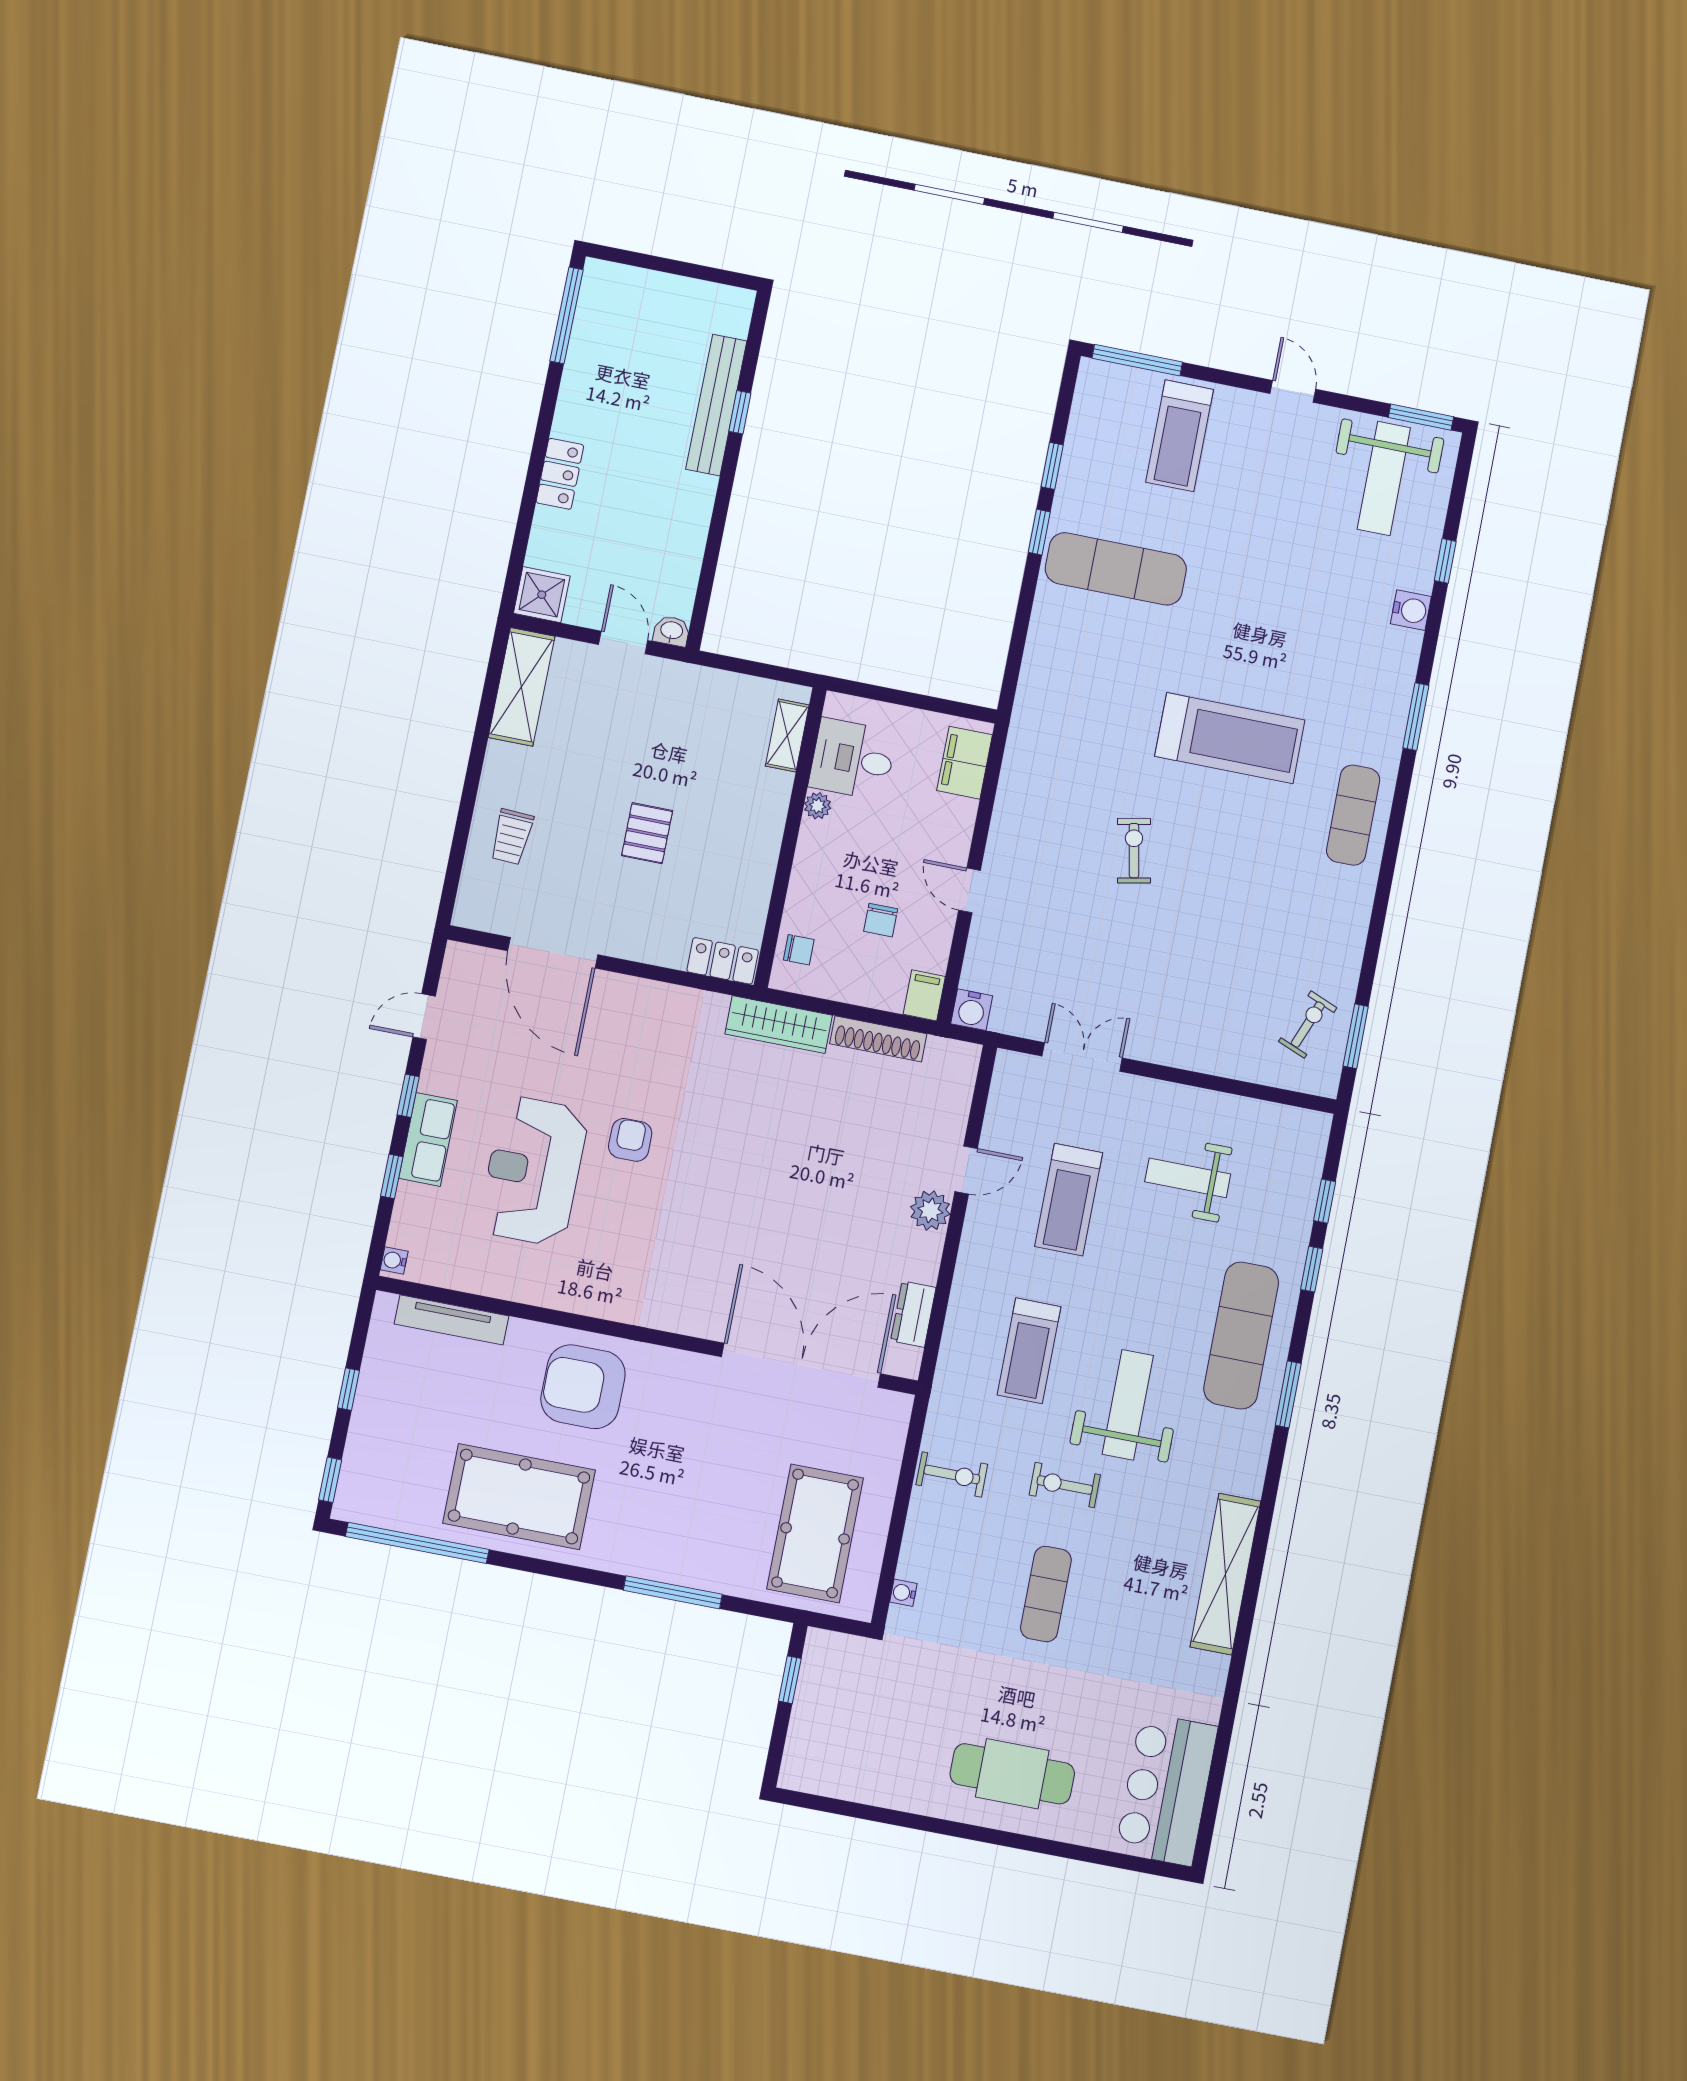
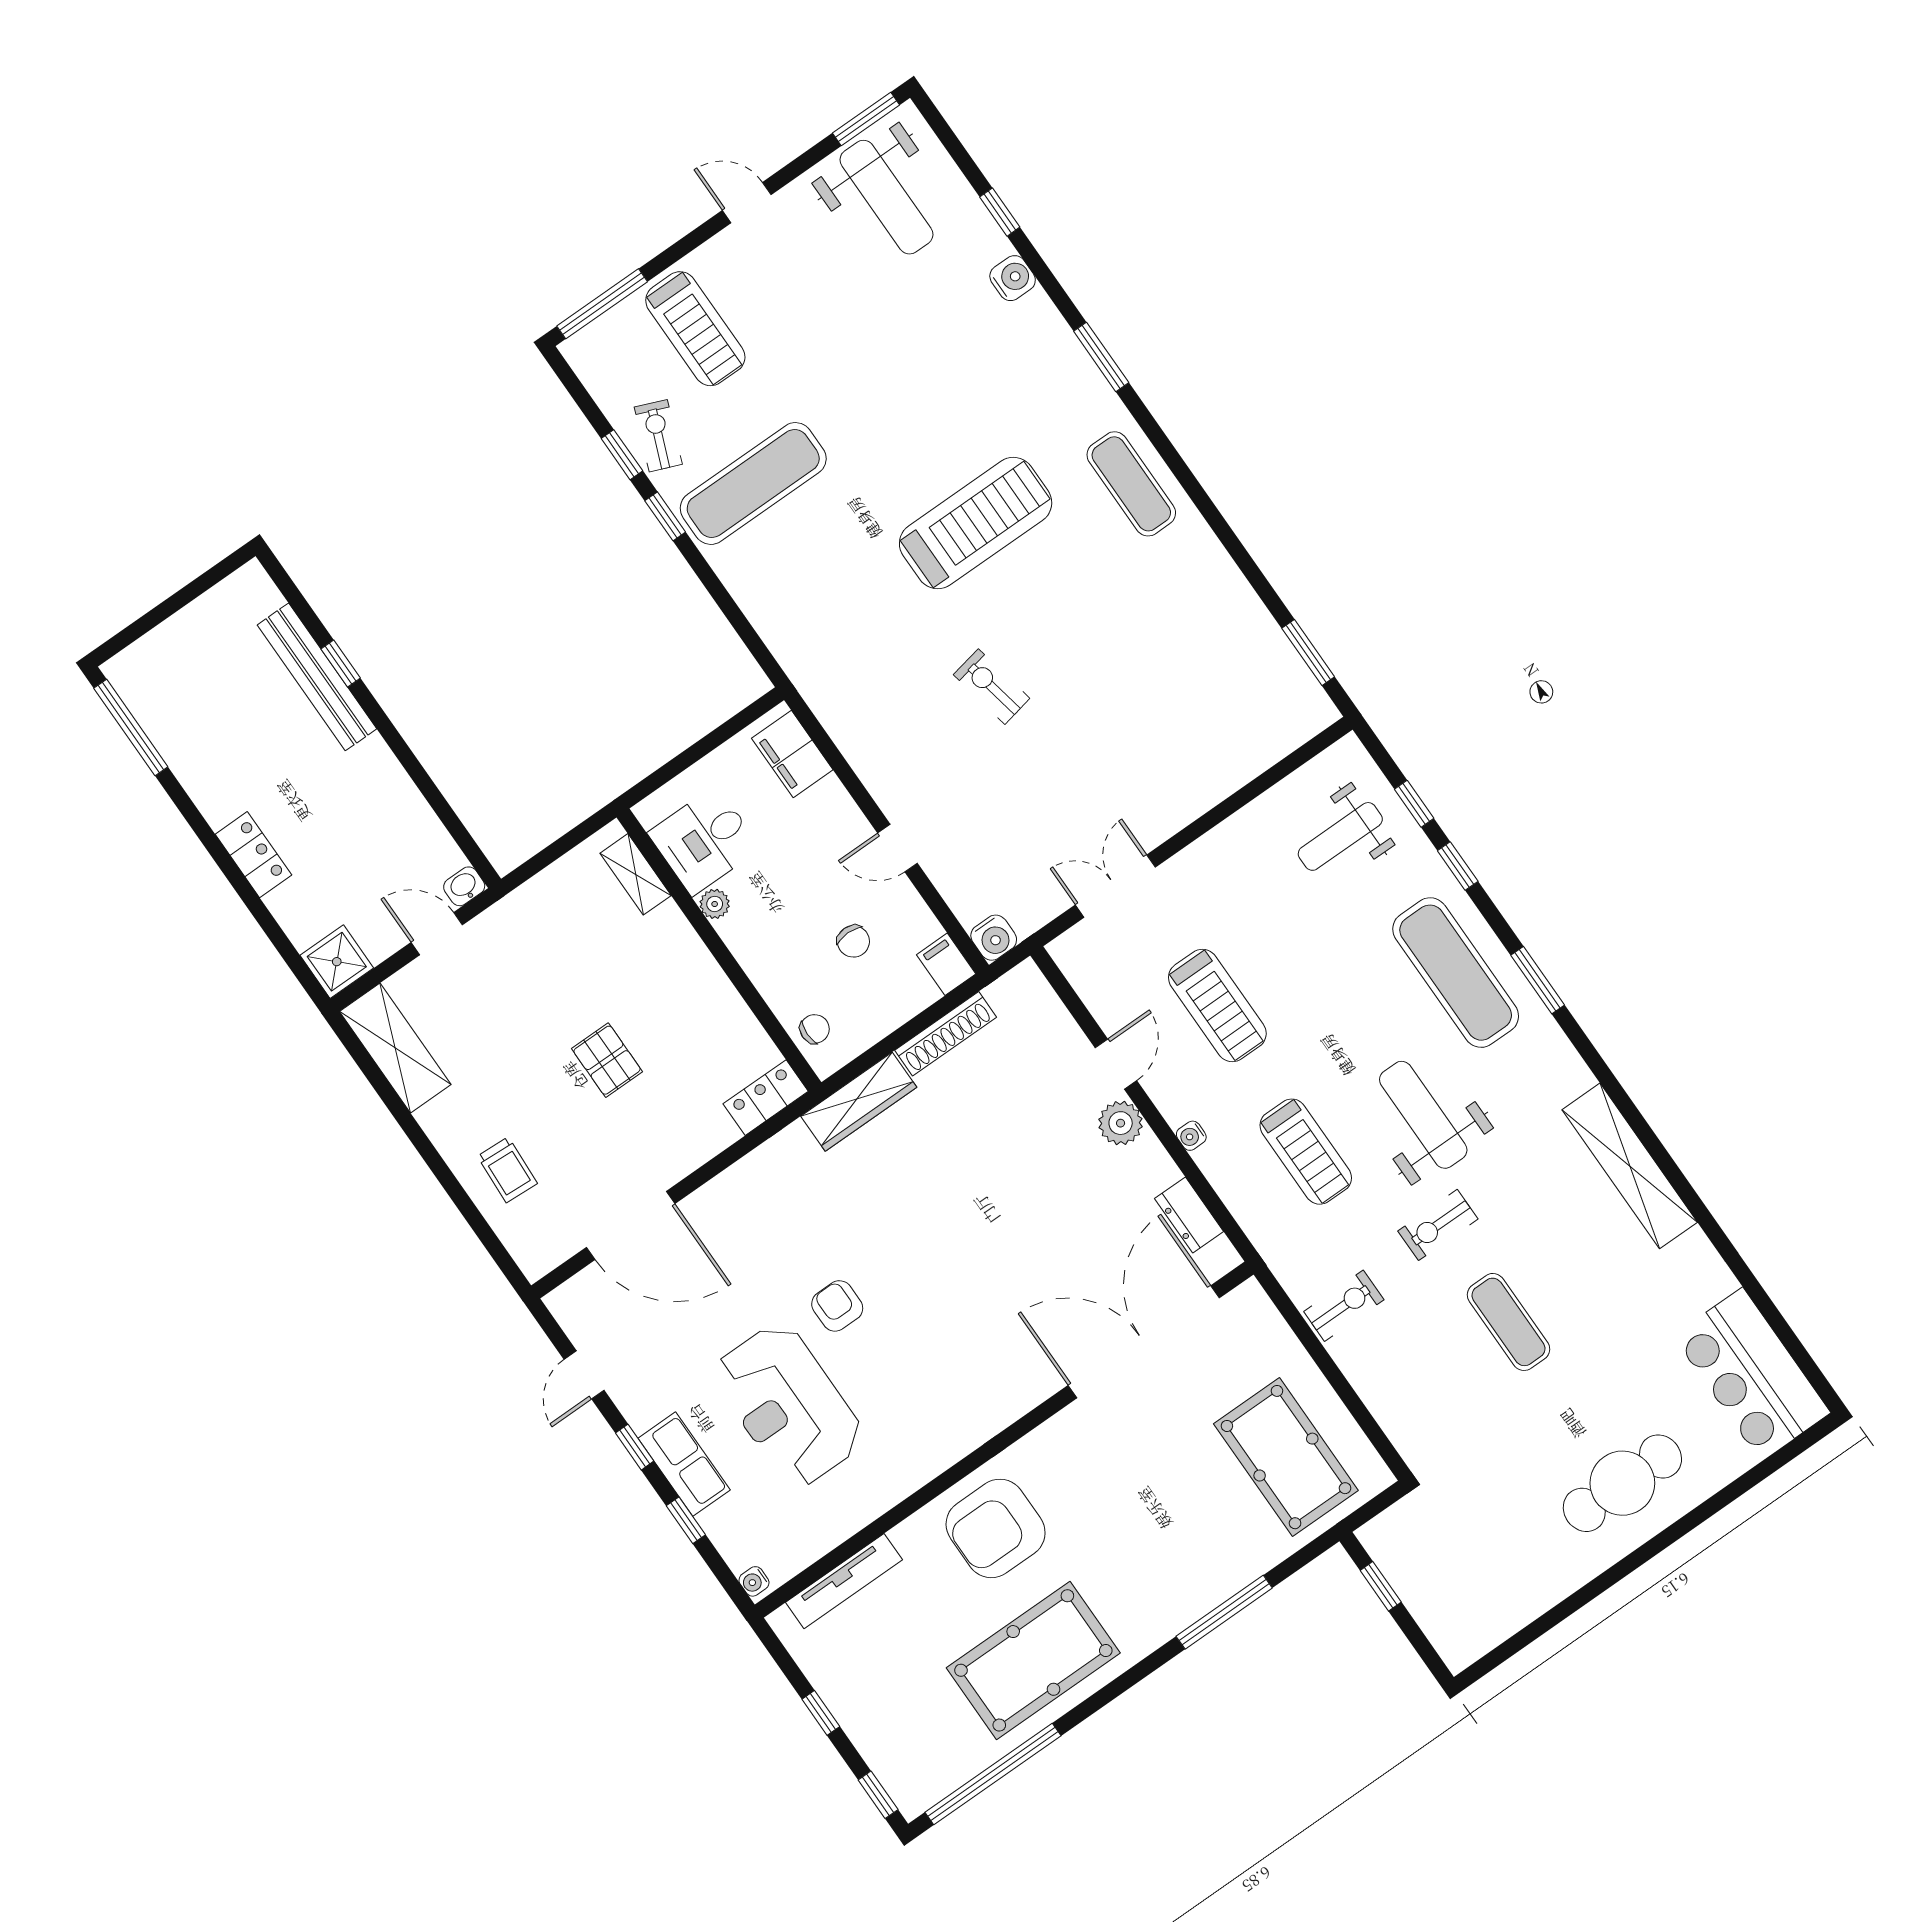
exercise bike: (1308, 1025) -> (658, 436), moved
weight bench: (1188, 1178) -> (1340, 836), moved
water cooler: (903, 1593) -> (1191, 1136), moved

